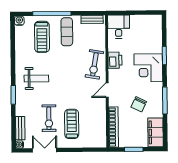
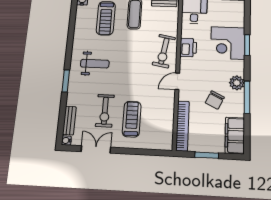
corner desk: (148, 68) -> (228, 43), moved
plant: (156, 89) -> (237, 83), added

